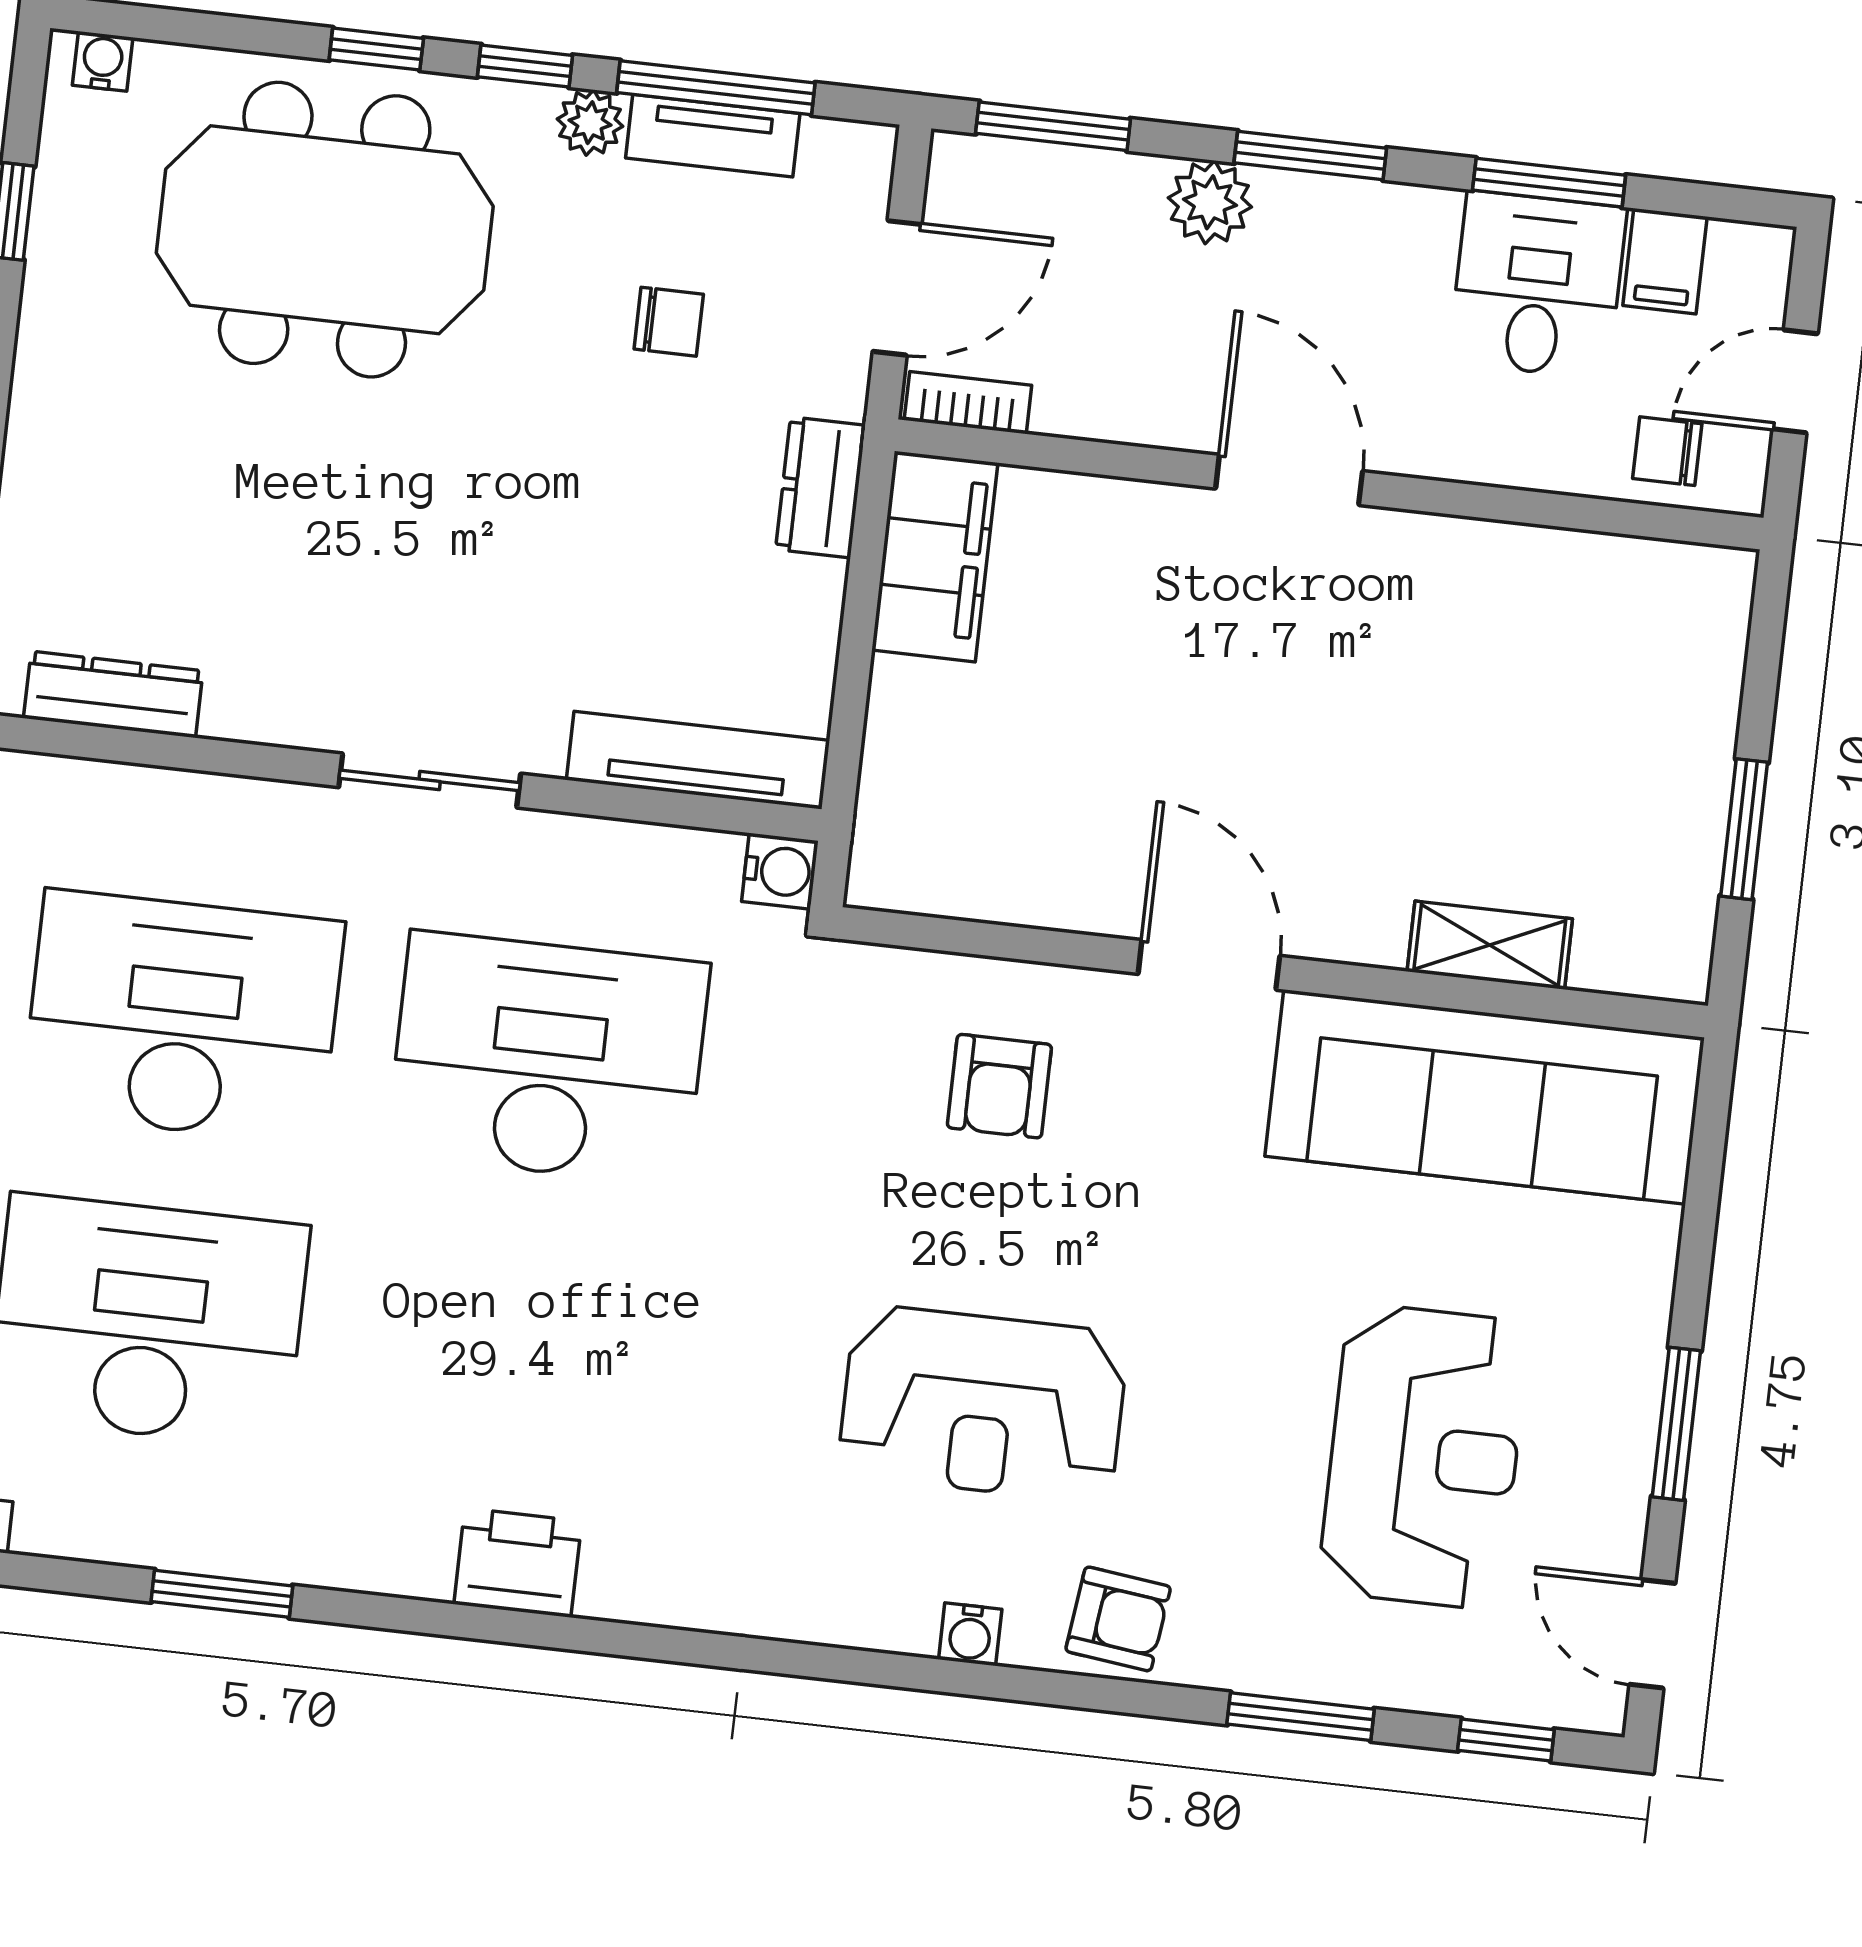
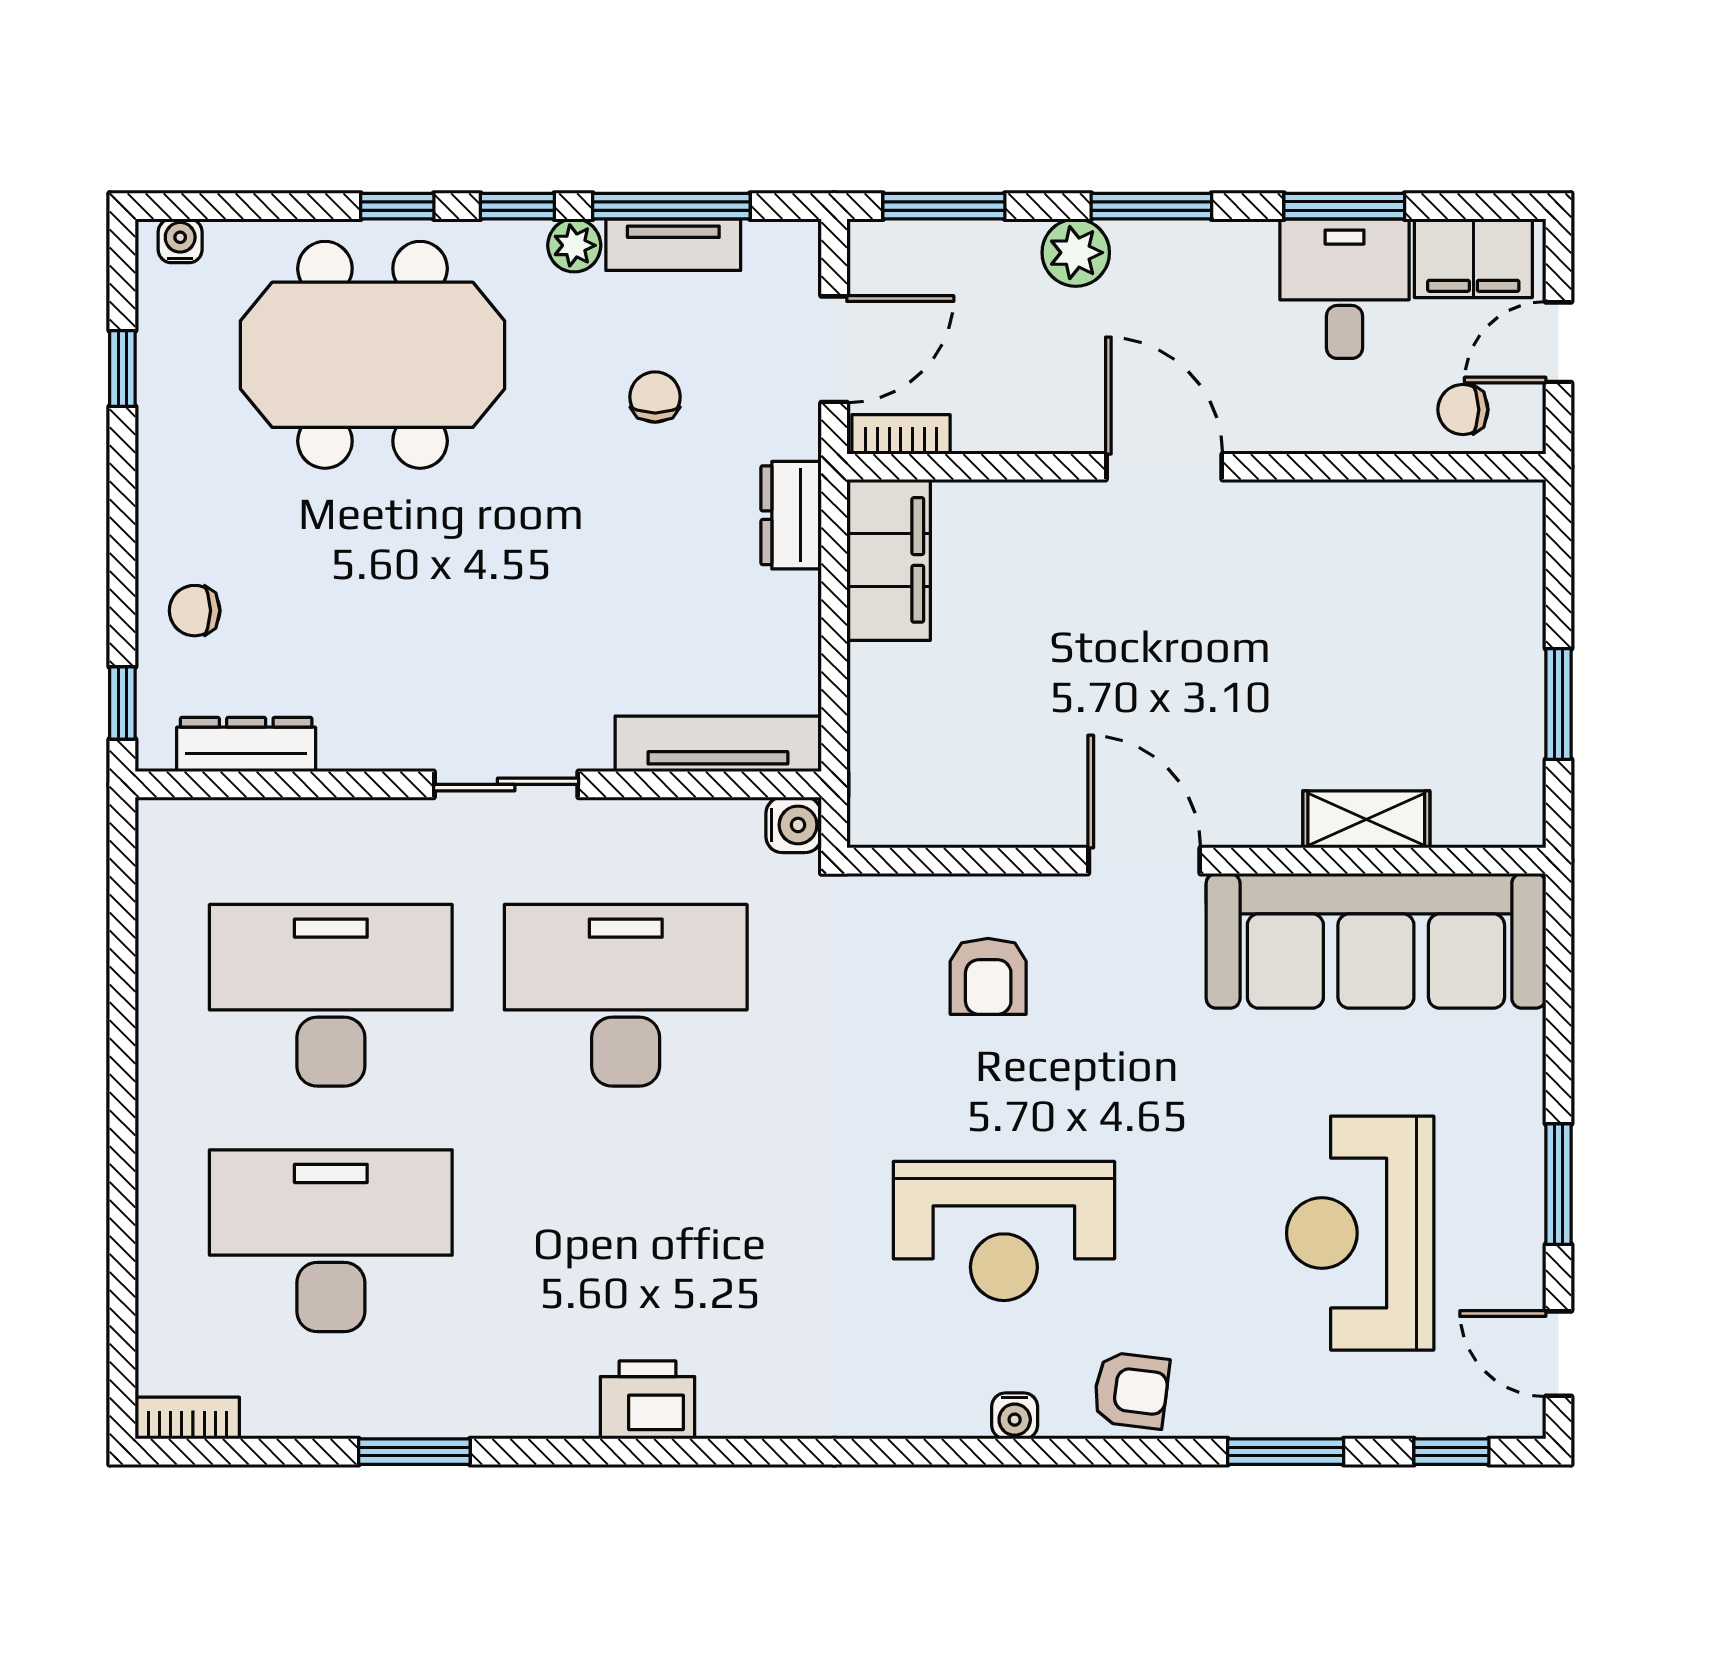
filing cabinet: (1665, 261) -> (1473, 258), width x2.00
chair: (669, 322) -> (655, 397), turned -90
chair: (68, 521) -> (195, 611), added
reception desk: (1424, 1457) -> (1360, 1233), turned 180

